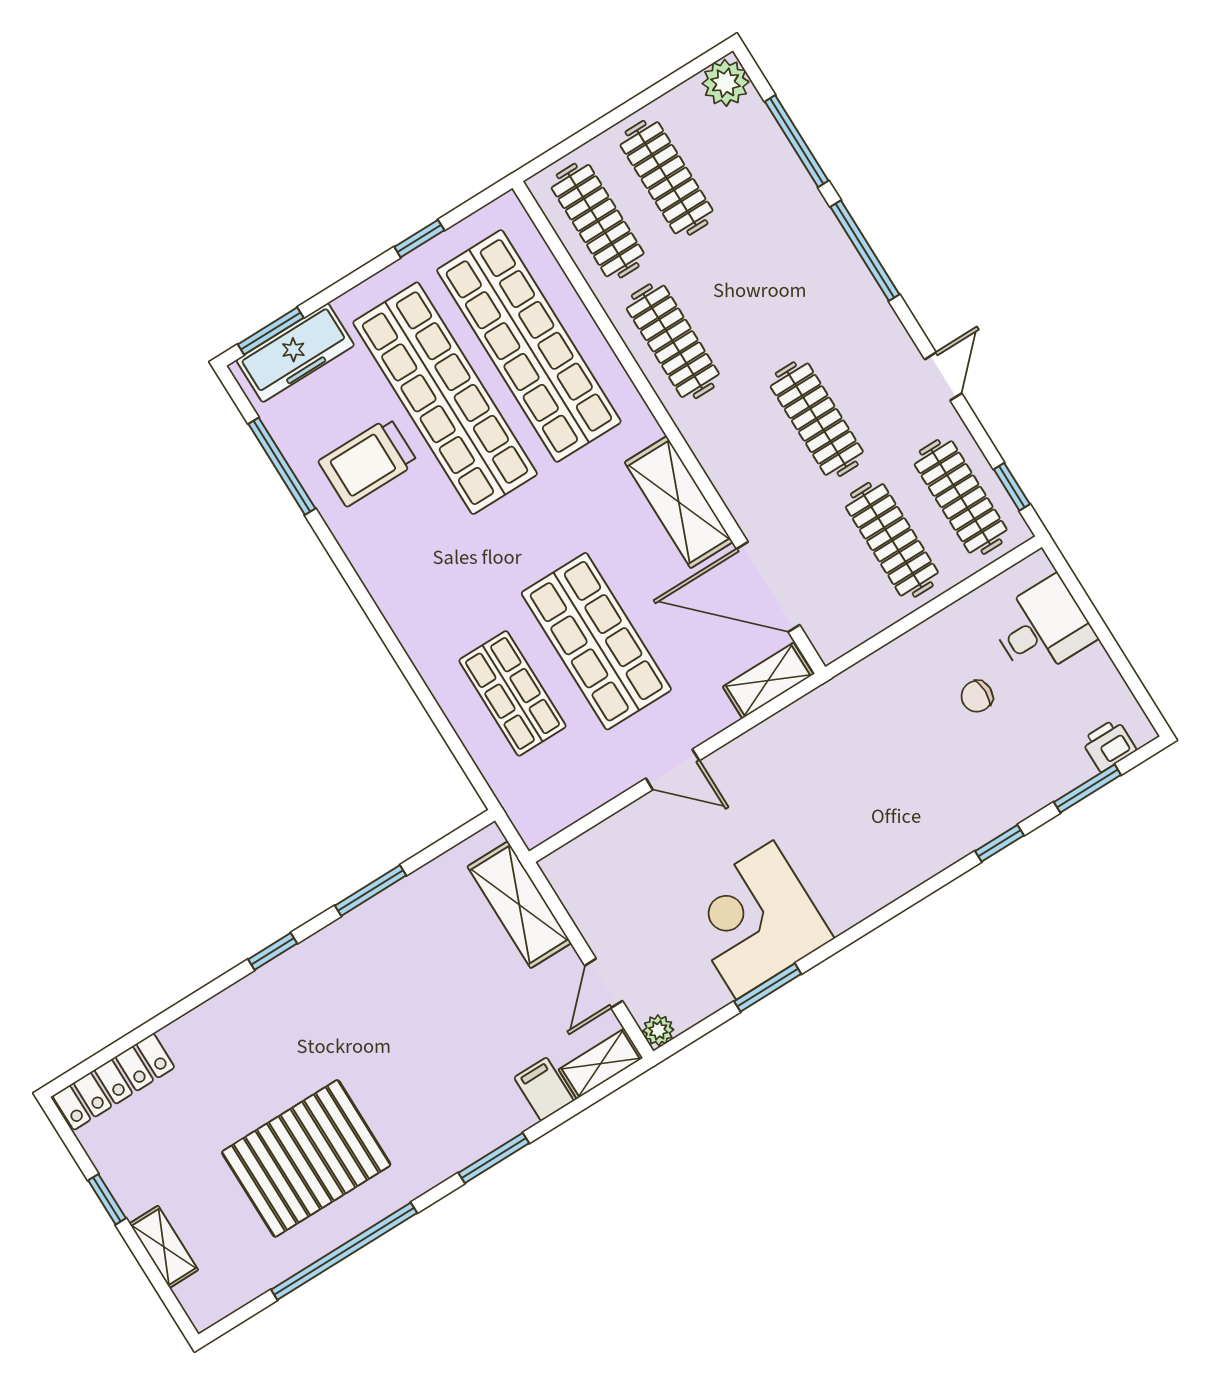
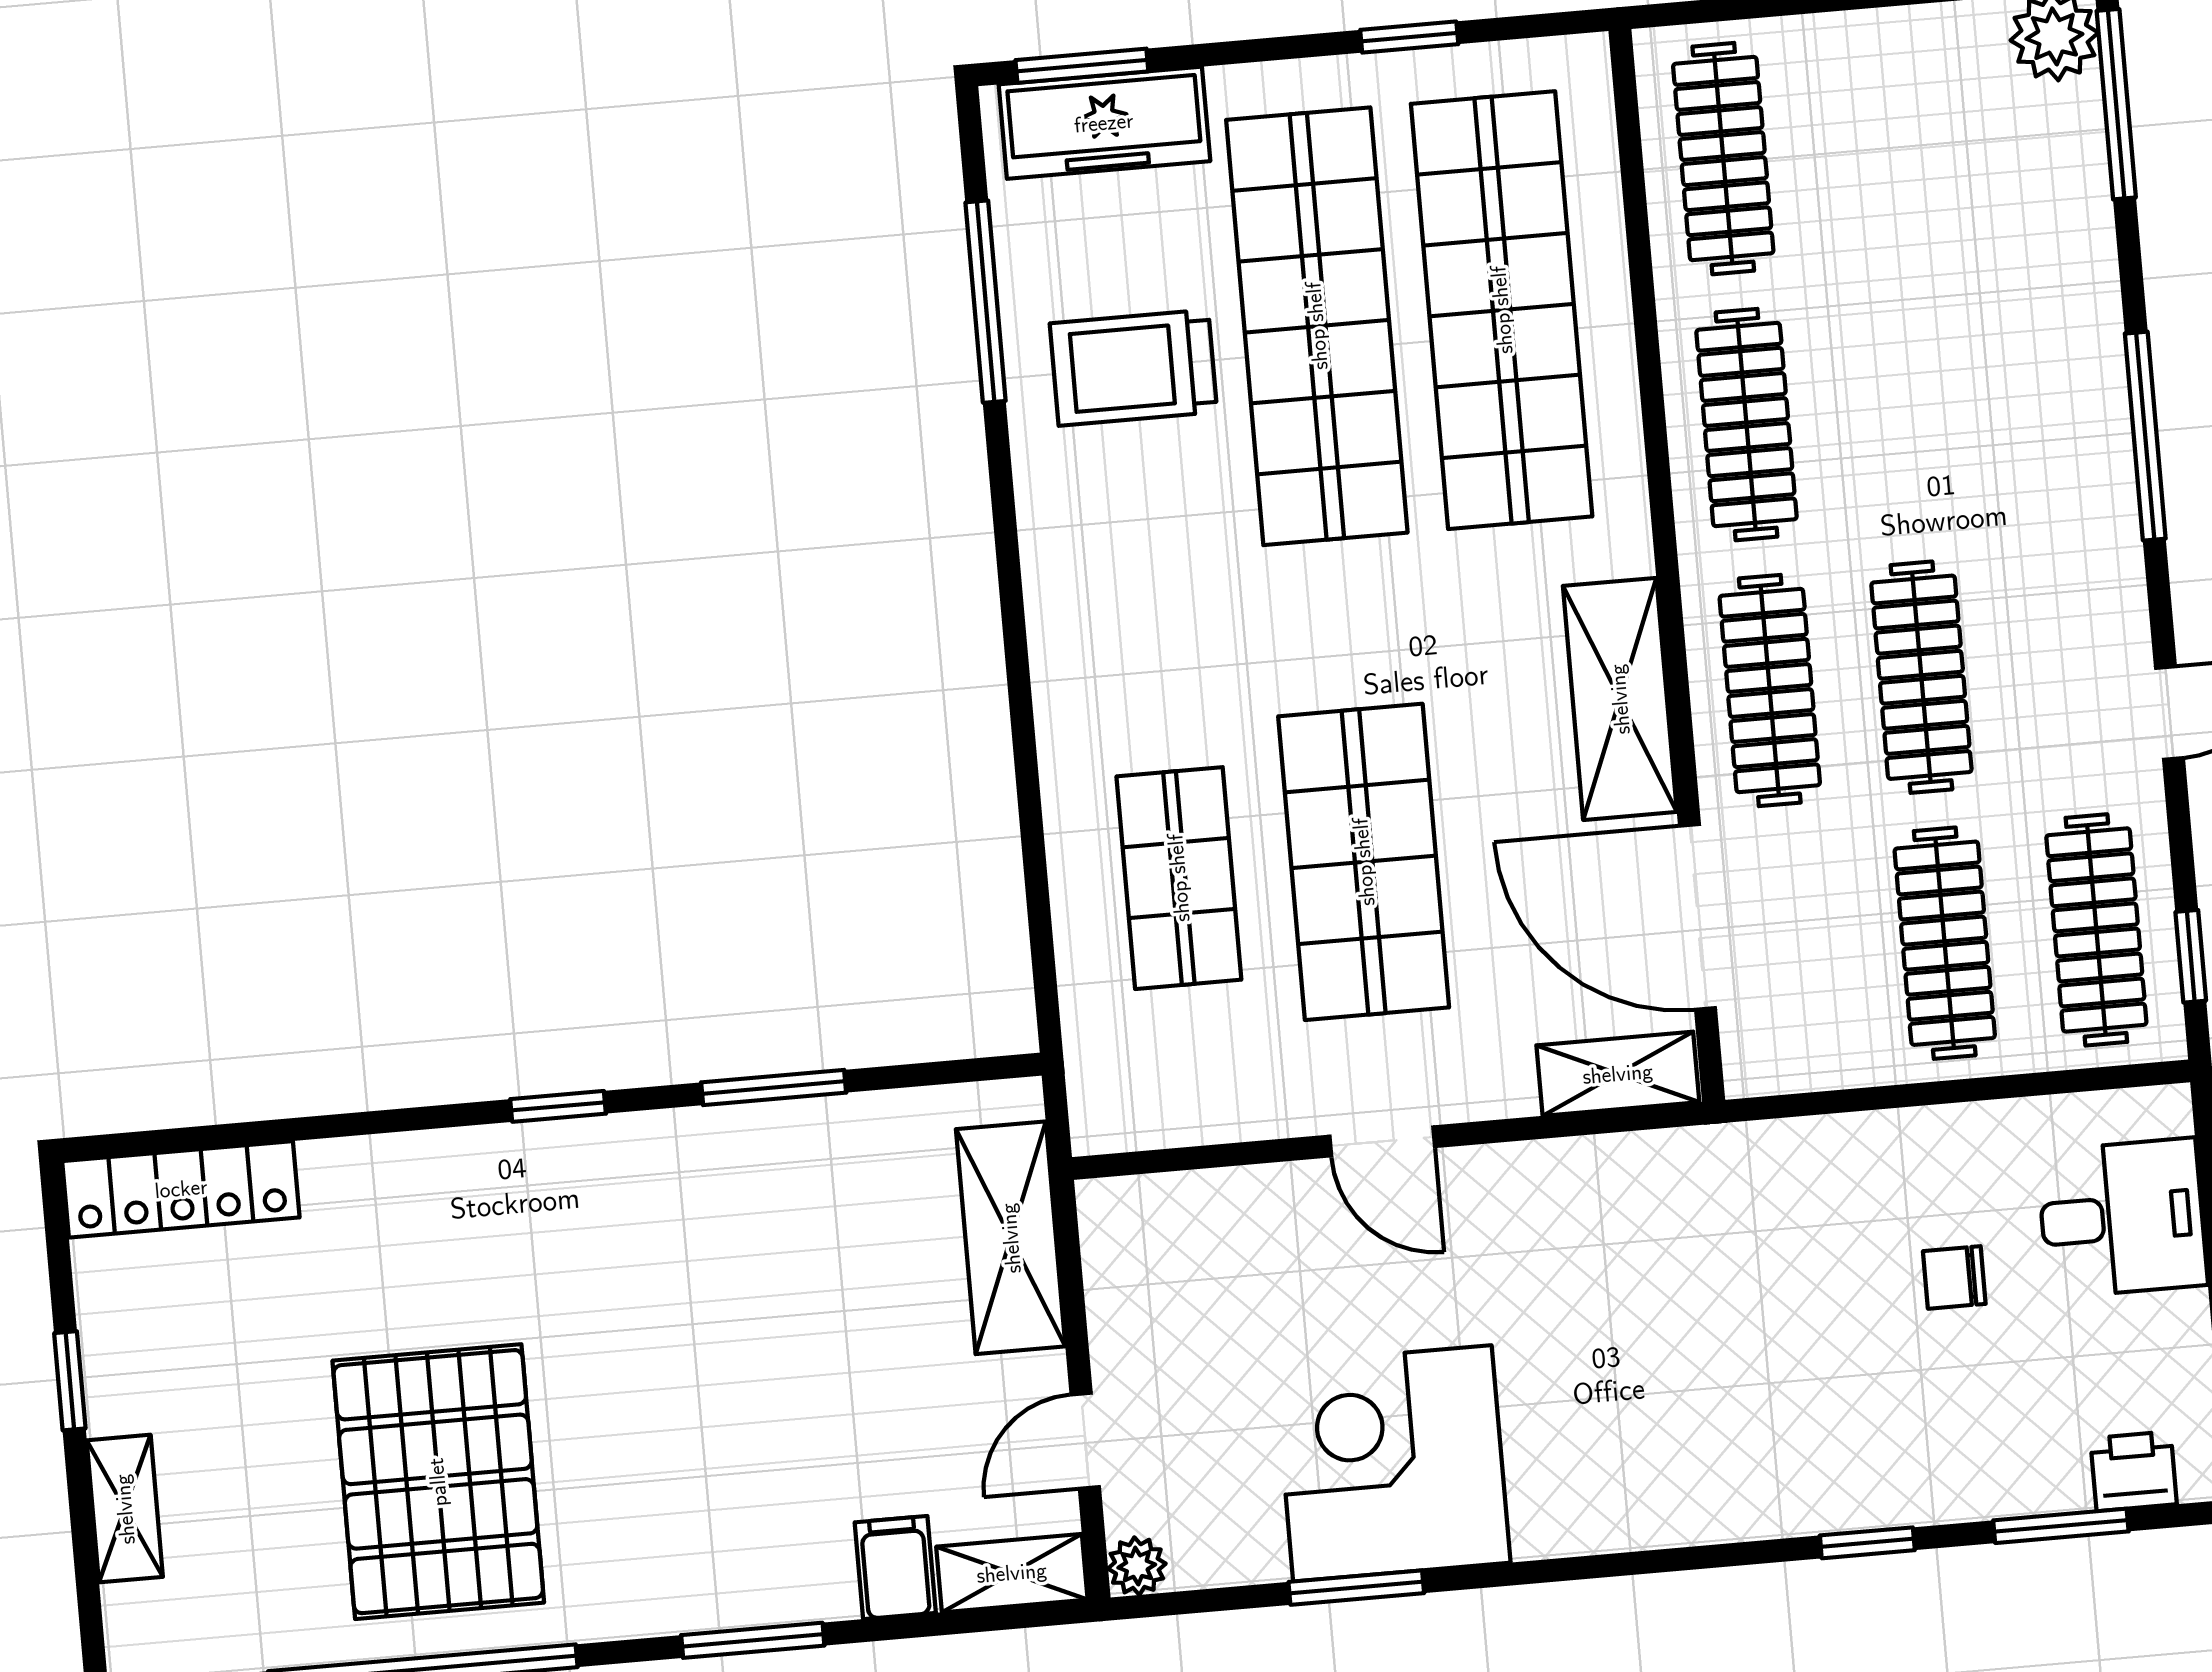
window: (797, 141) -> (2116, 104), moved
clothes rail: (666, 178) -> (1770, 690), moved
pallet: (306, 1158) -> (438, 1482), turned 90

